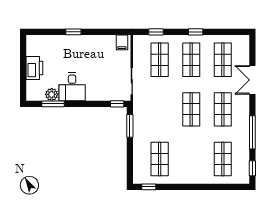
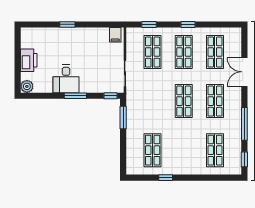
plant: (52, 94) -> (27, 86), moved
window: (53, 104) -> (75, 96), moved
window: (149, 187) -> (166, 178), moved

